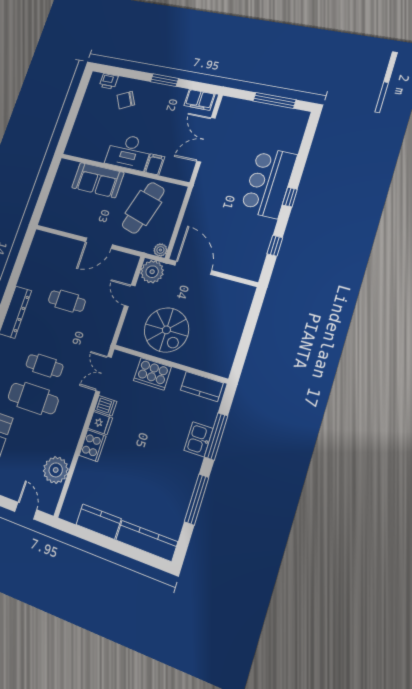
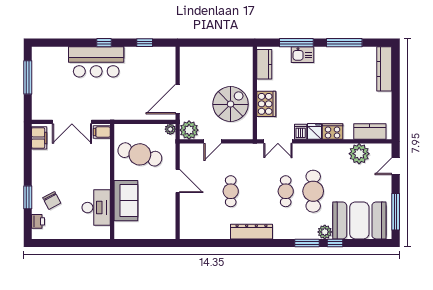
window: (164, 80) -> (28, 197), moved
desk: (129, 152) -> (96, 208), moved
filing cabinet: (155, 164) -> (102, 132), moved
kitchen counter: (99, 522) -> (370, 132), moved, turned 90

